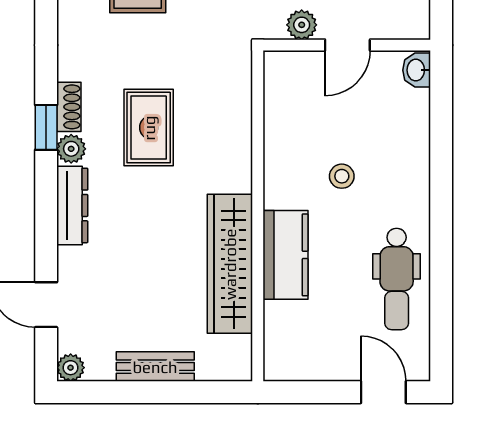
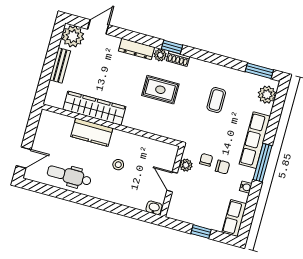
plant: (71, 368) -> (73, 36), width x1.88, depth x1.88

